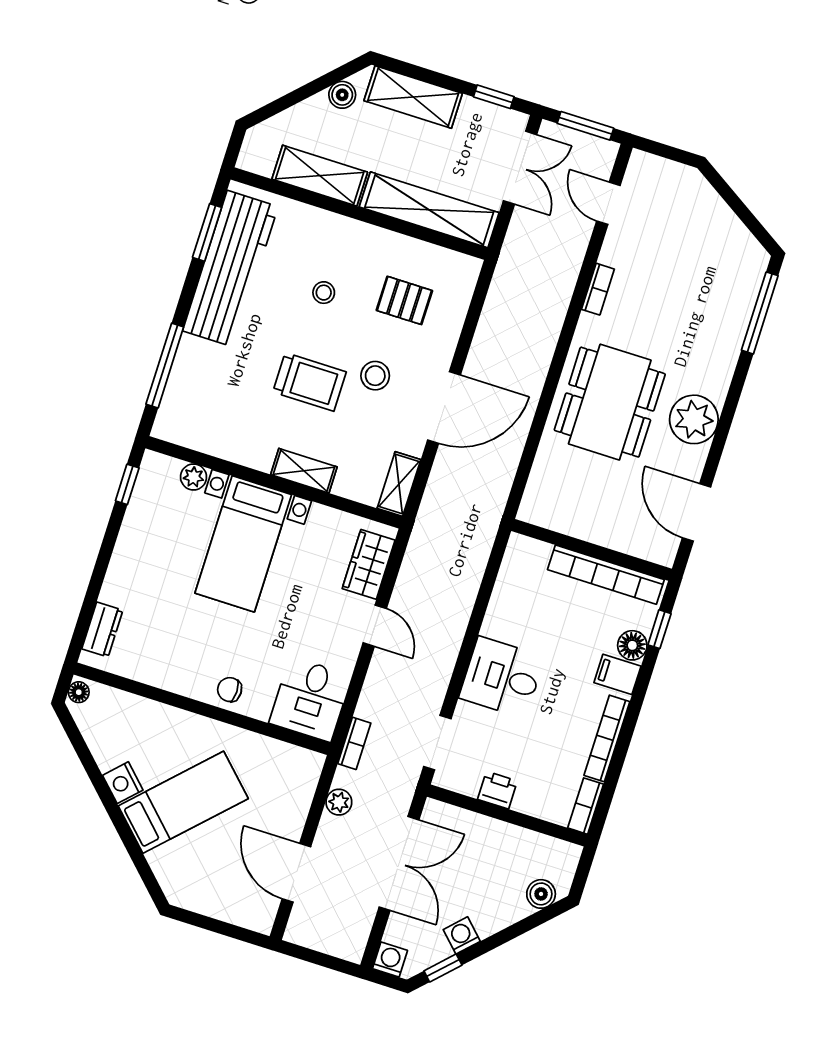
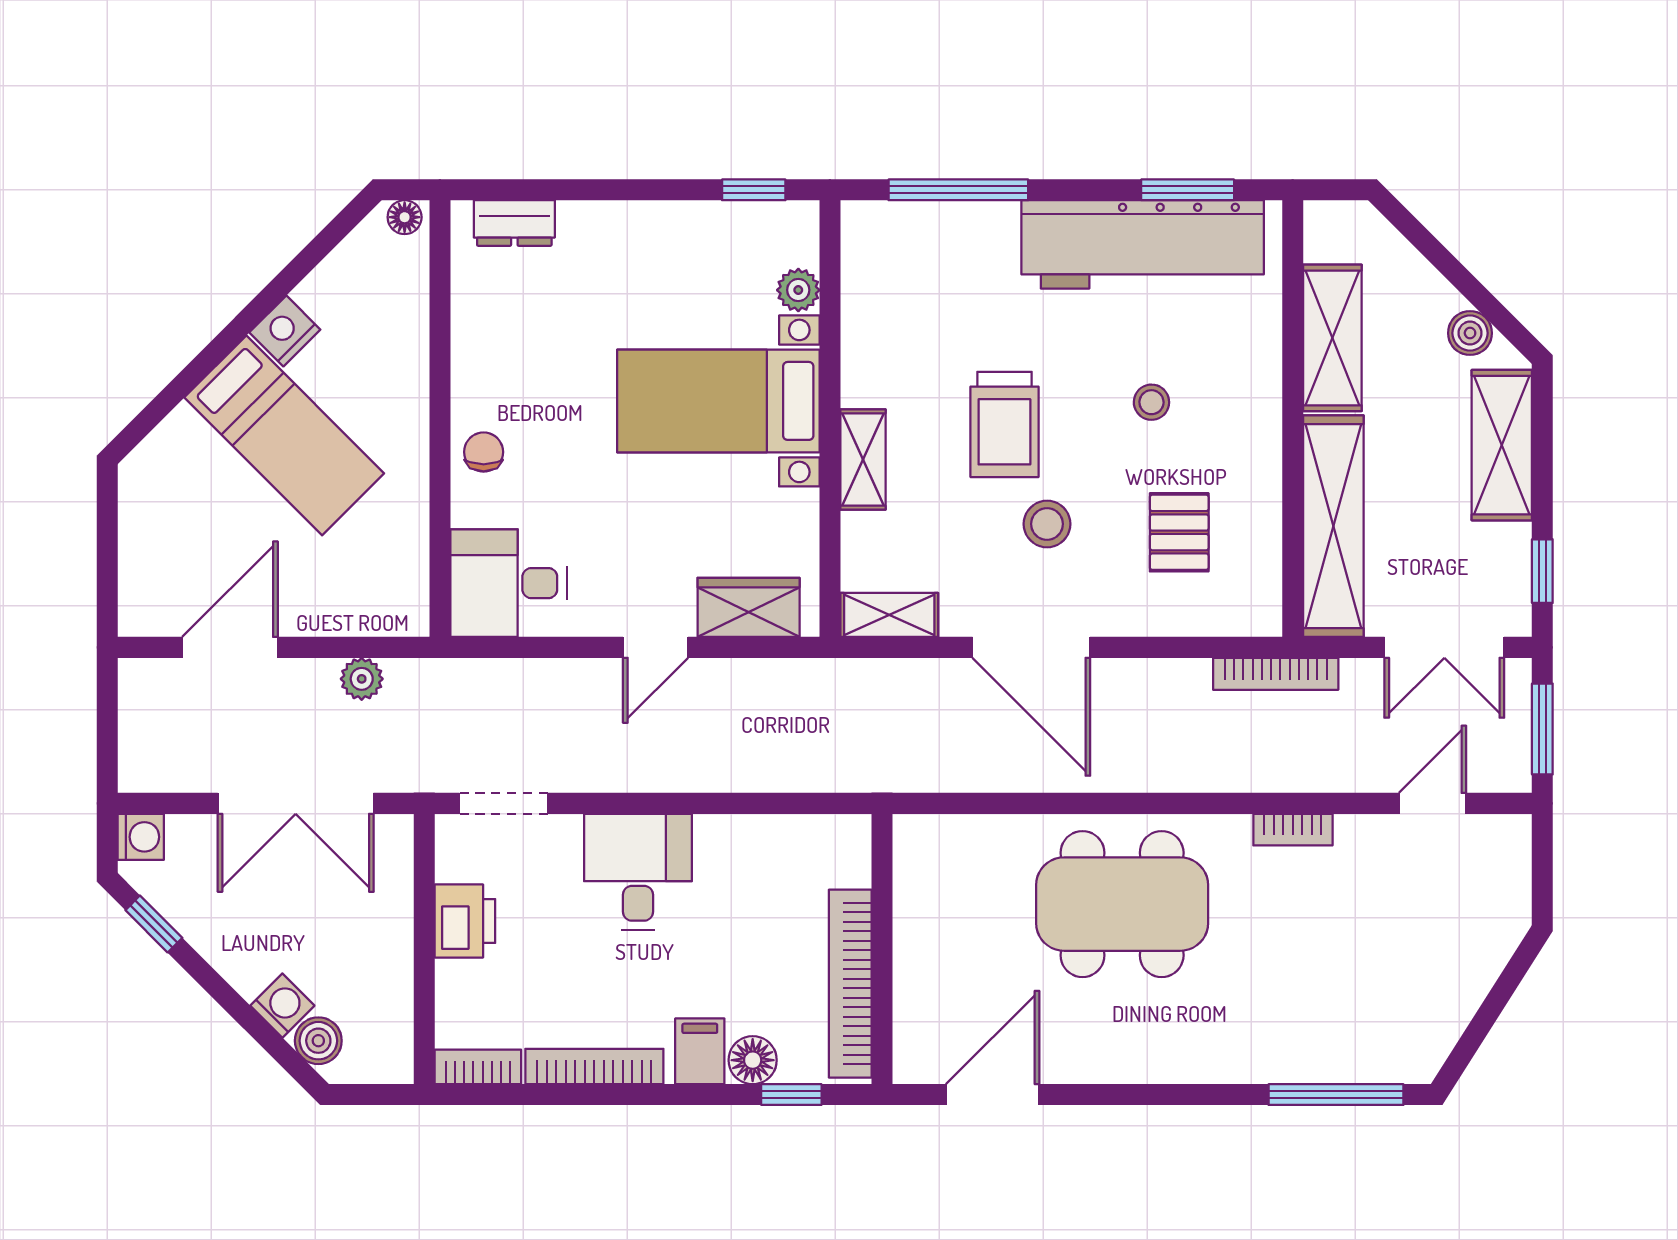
plant: (694, 419) -> (1137, 1044), removed
bookcase: (354, 743) -> (1276, 674), moved, width x1.56
printer: (497, 790) -> (465, 921), width x1.36, depth x1.24
washing machine: (462, 935) -> (282, 1006), moved

